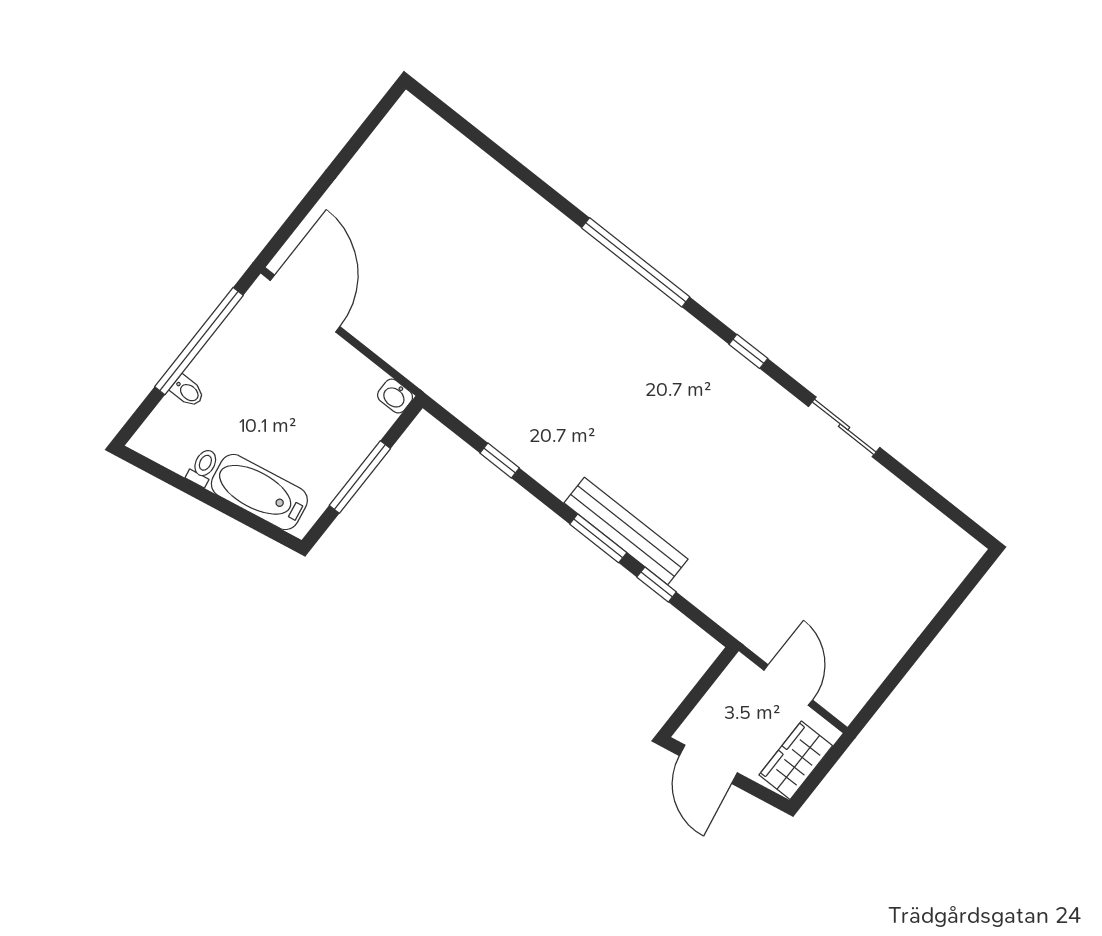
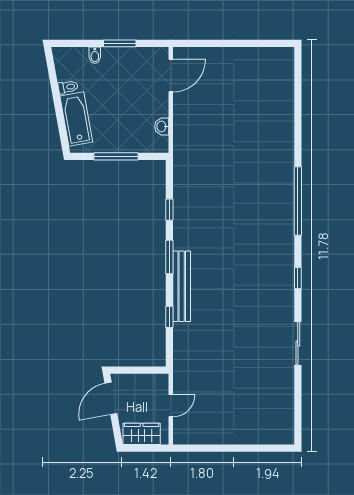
door: (305, 304) -> (171, 76), width x0.73
window: (199, 341) -> (120, 43), width x0.47
washbasin: (395, 396) -> (162, 126), moved
window: (598, 538) -> (169, 257), moved
door: (788, 685) -> (171, 406), width x0.73

